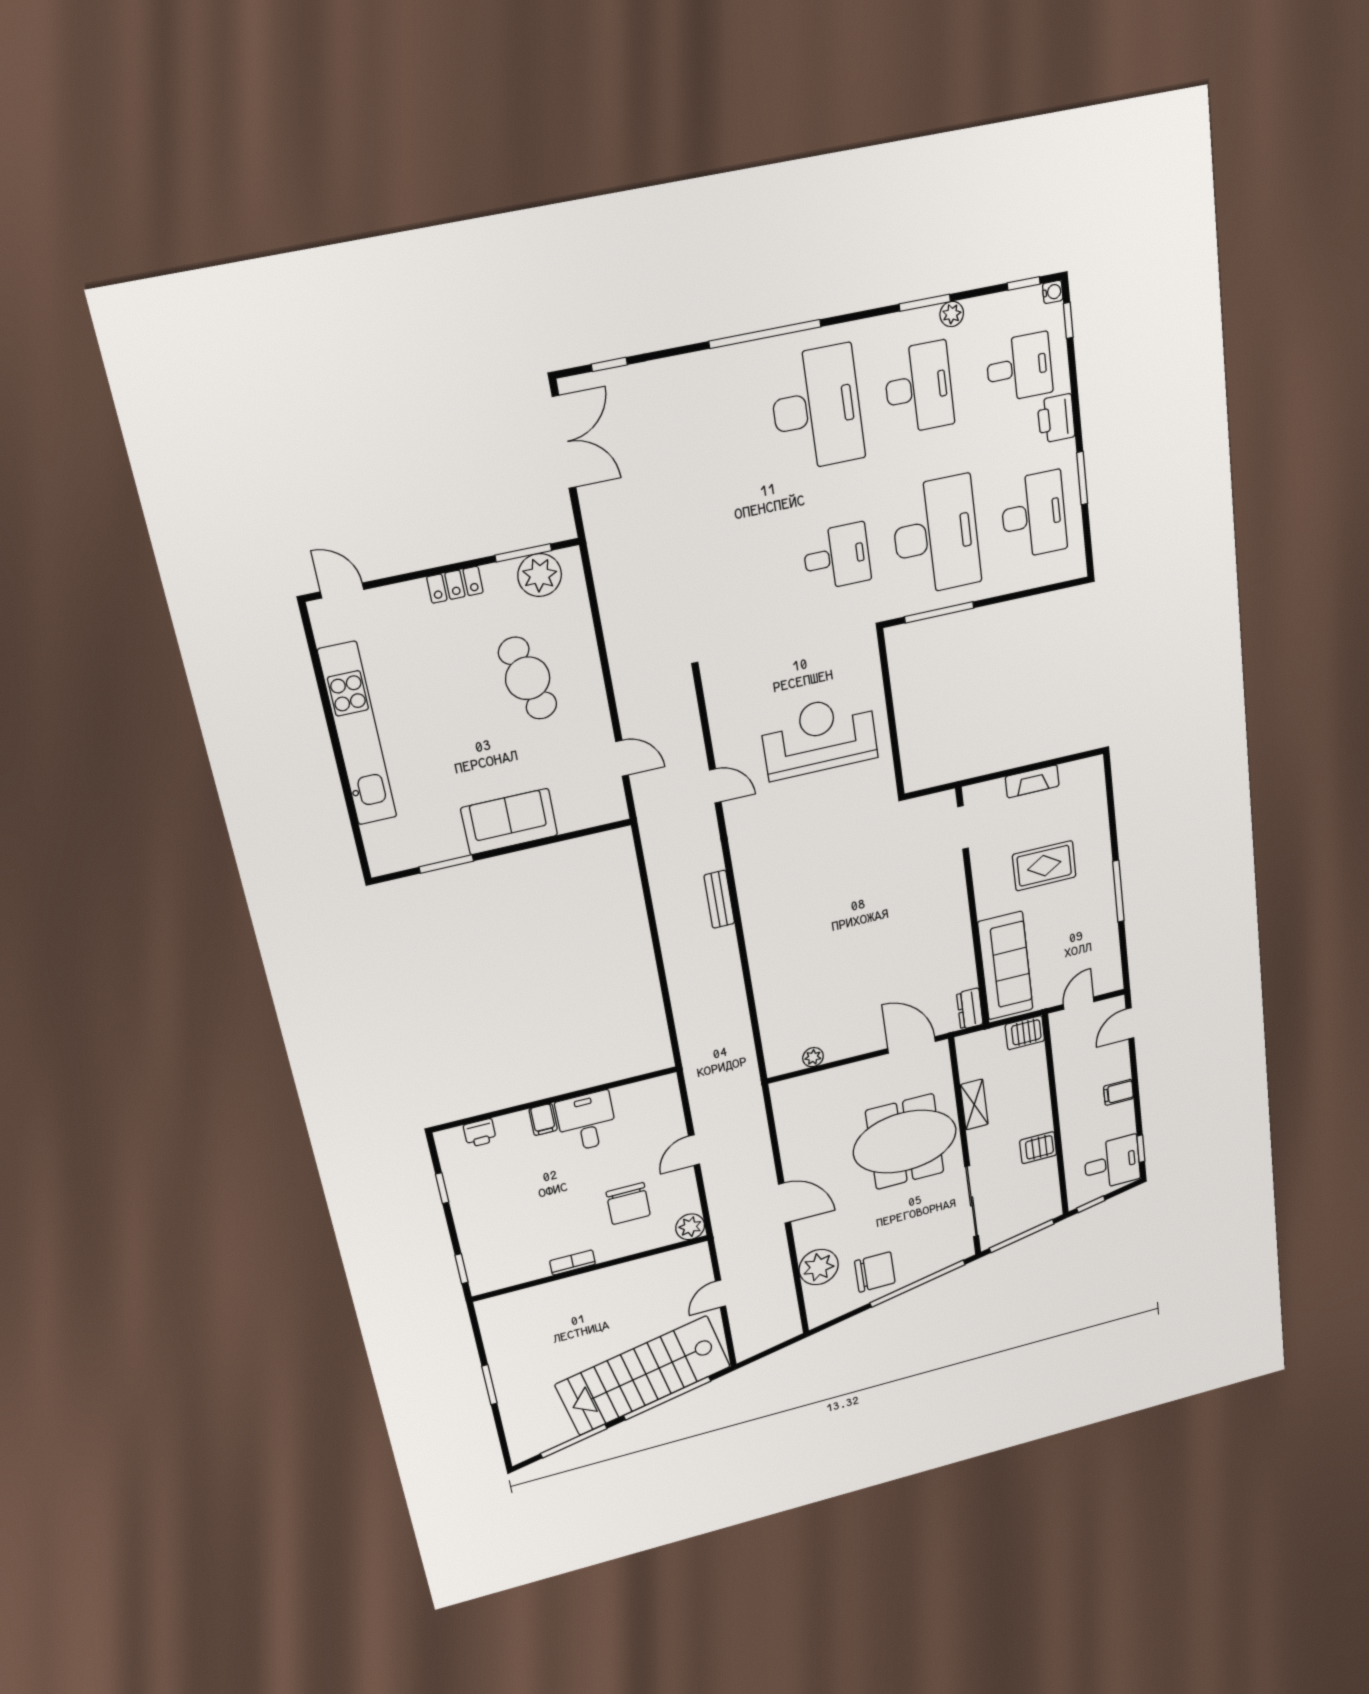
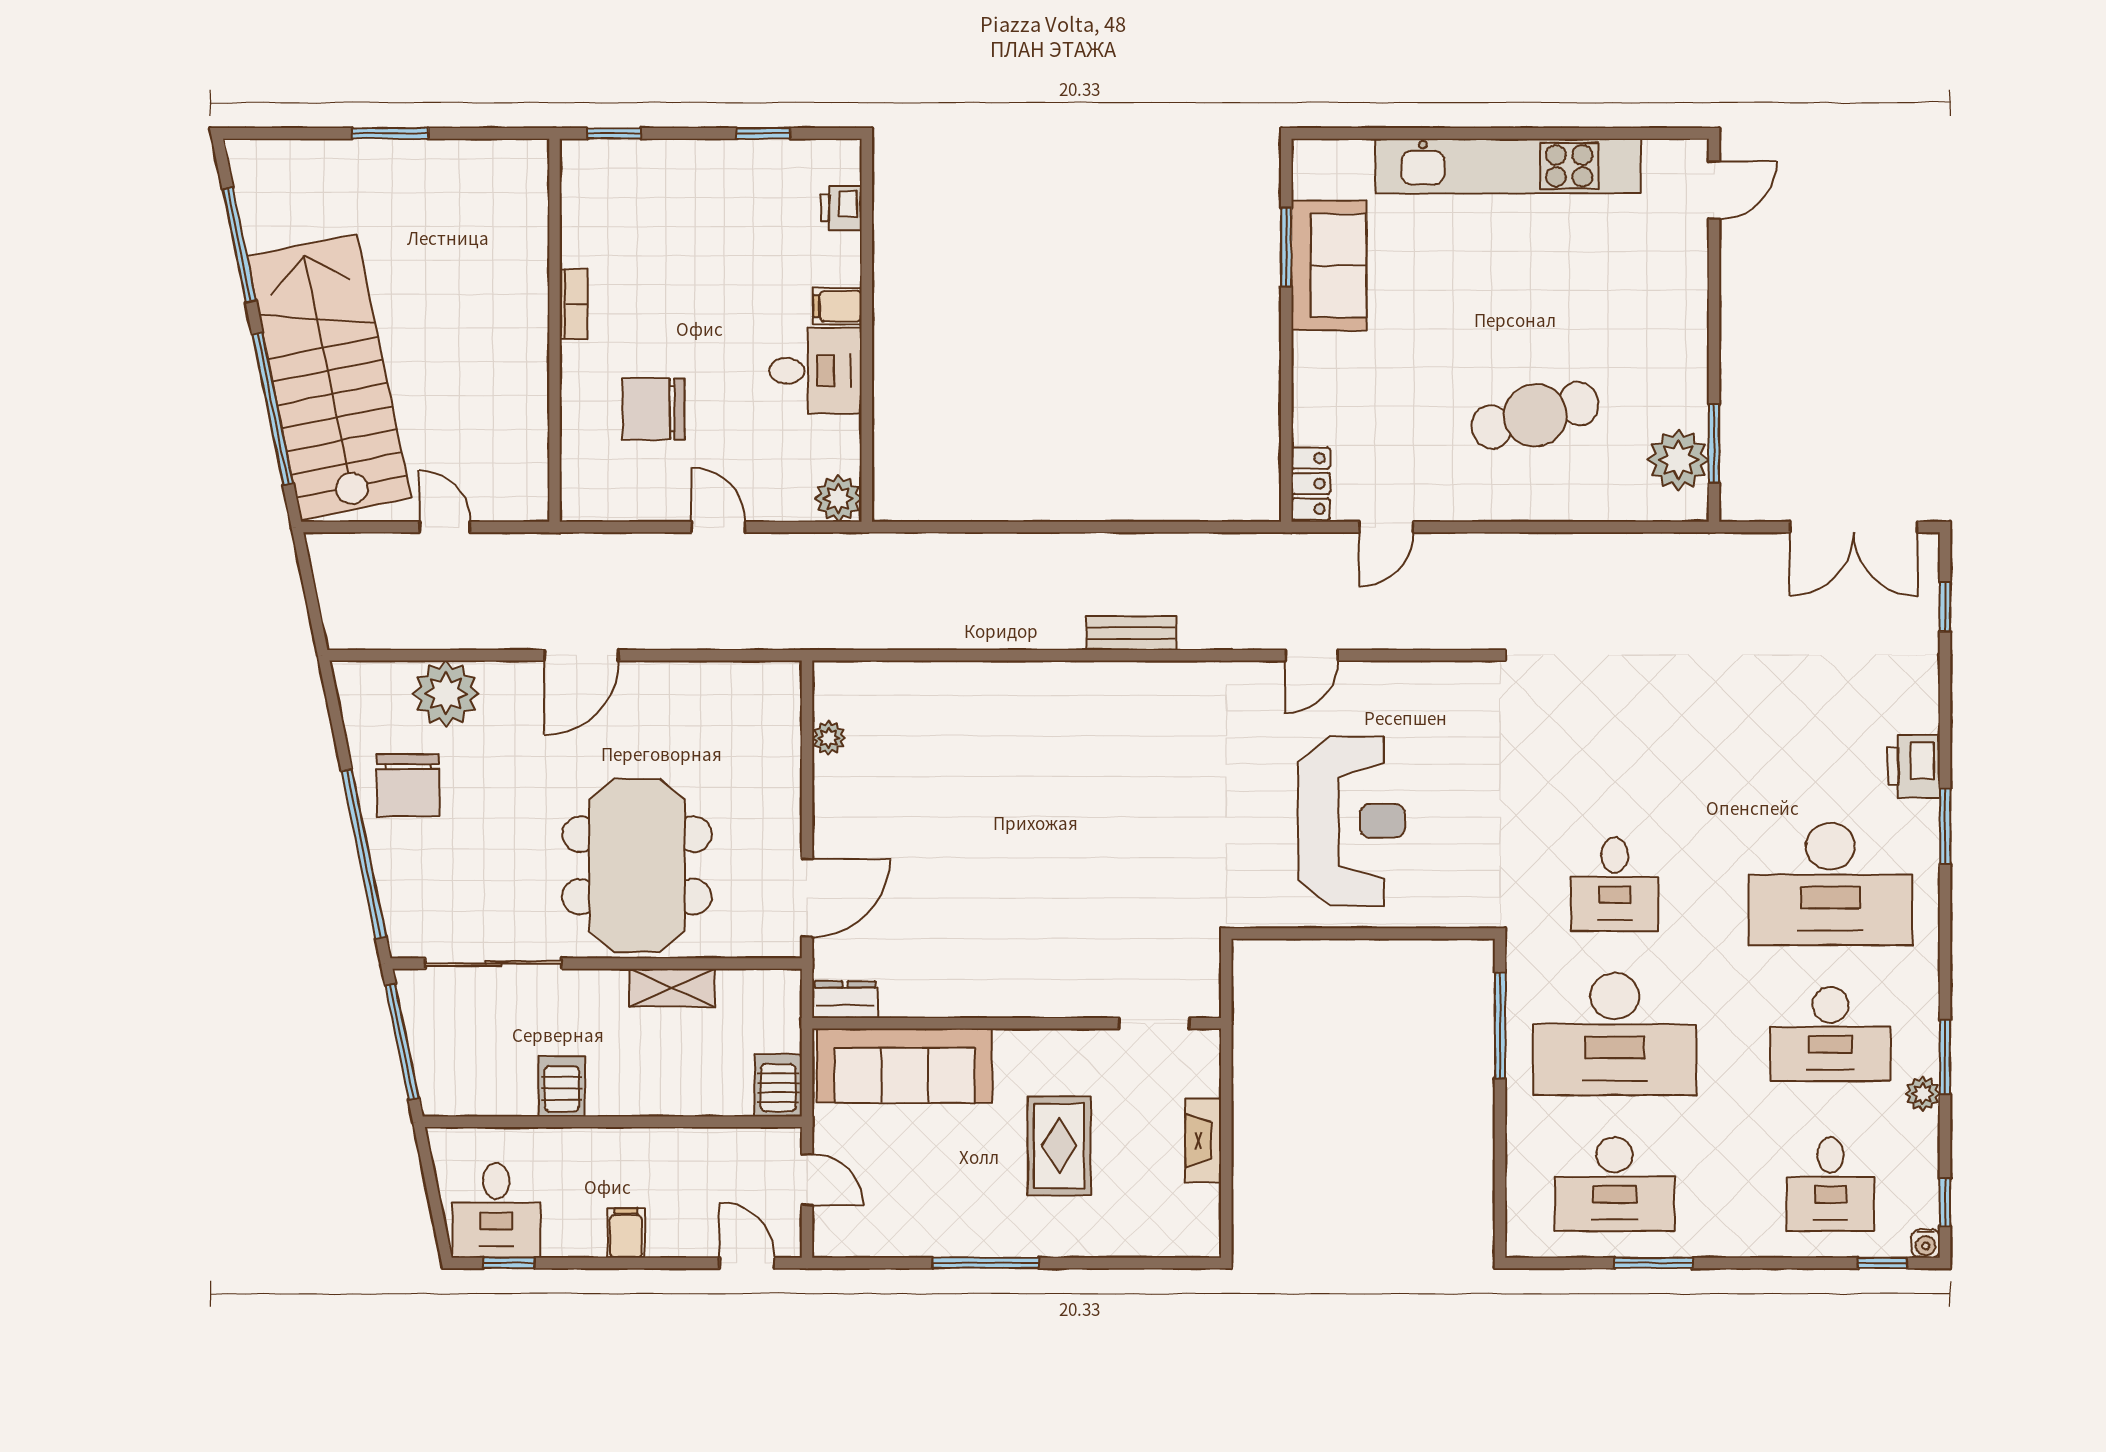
window: (765, 334) -> (1945, 826), width x0.47
printer: (1056, 418) -> (1914, 766), moved, turned -90
locker: (455, 585) -> (1311, 484), moved, turned 180
sofa: (509, 822) -> (1329, 266), moved
window: (1091, 1204) -> (428, 1167), removed
plant: (690, 1227) -> (838, 498), moved

